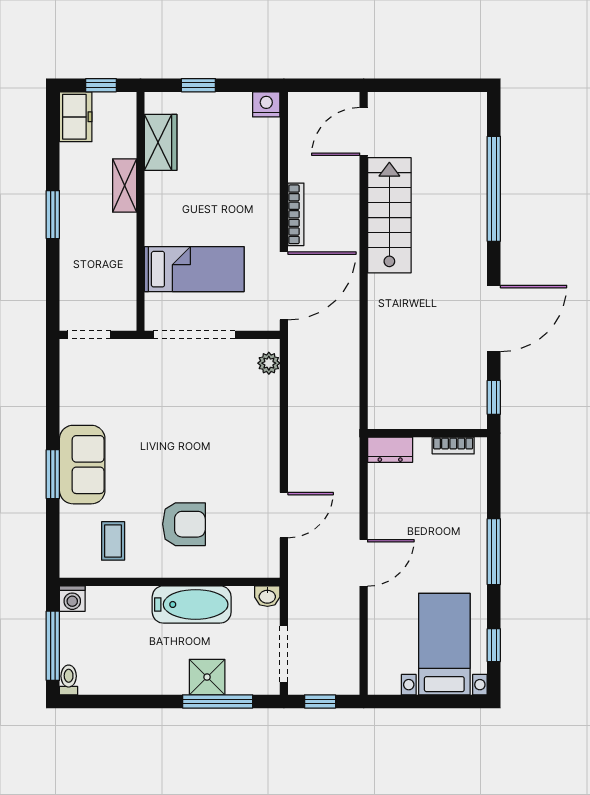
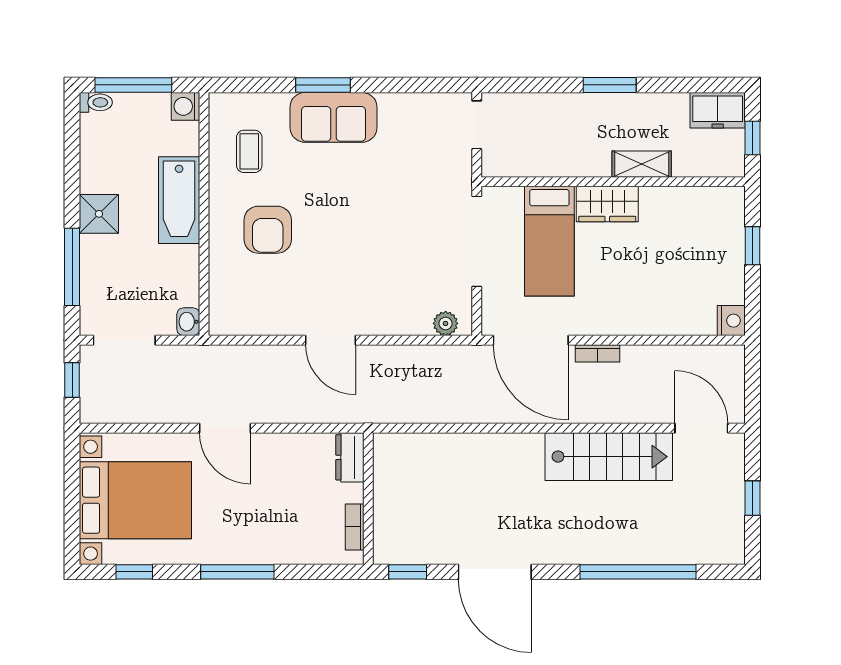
window: (427, 85) -> (753, 498), added
wardrobe: (161, 142) -> (607, 204), moved
bookcase: (296, 214) -> (598, 353), width x0.64
door: (284, 515) -> (331, 340), moved
coffee table: (113, 541) -> (249, 151), turned 90
bathtub: (192, 604) -> (179, 200), moved
bed with nightstands: (444, 644) -> (135, 500), width x1.36
shower: (207, 677) -> (99, 214), moved

